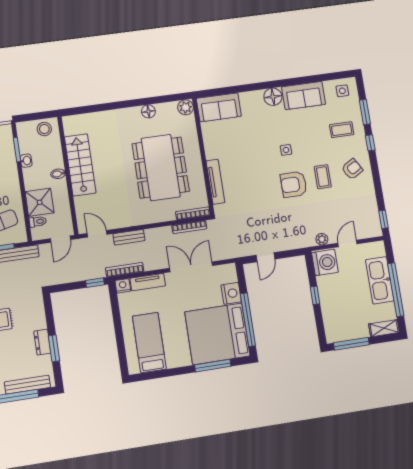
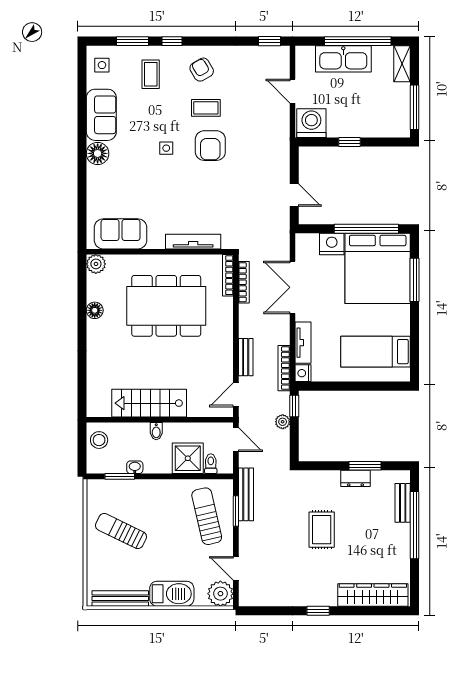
sofa: (219, 107) -> (121, 234), moved, turned -90
plant: (322, 239) -> (283, 422), moved
bench: (27, 385) -> (403, 503), width x0.73

